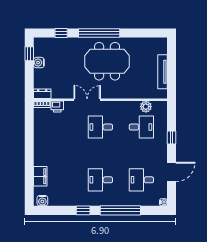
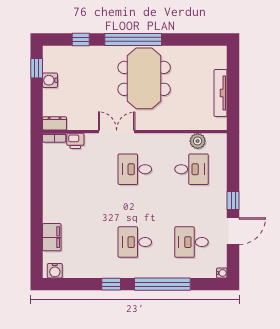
meeting table: (107, 61) -> (144, 78), turned 90
window: (172, 137) -> (233, 201), moved

